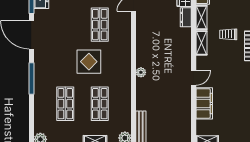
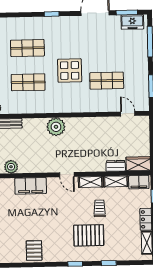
plant: (141, 72) -> (56, 127), width x1.87, depth x1.87
door: (194, 78) -> (67, 175), moved
window: (31, 79) -> (52, 14), width x0.46
plant: (184, 123) -> (11, 167), added

